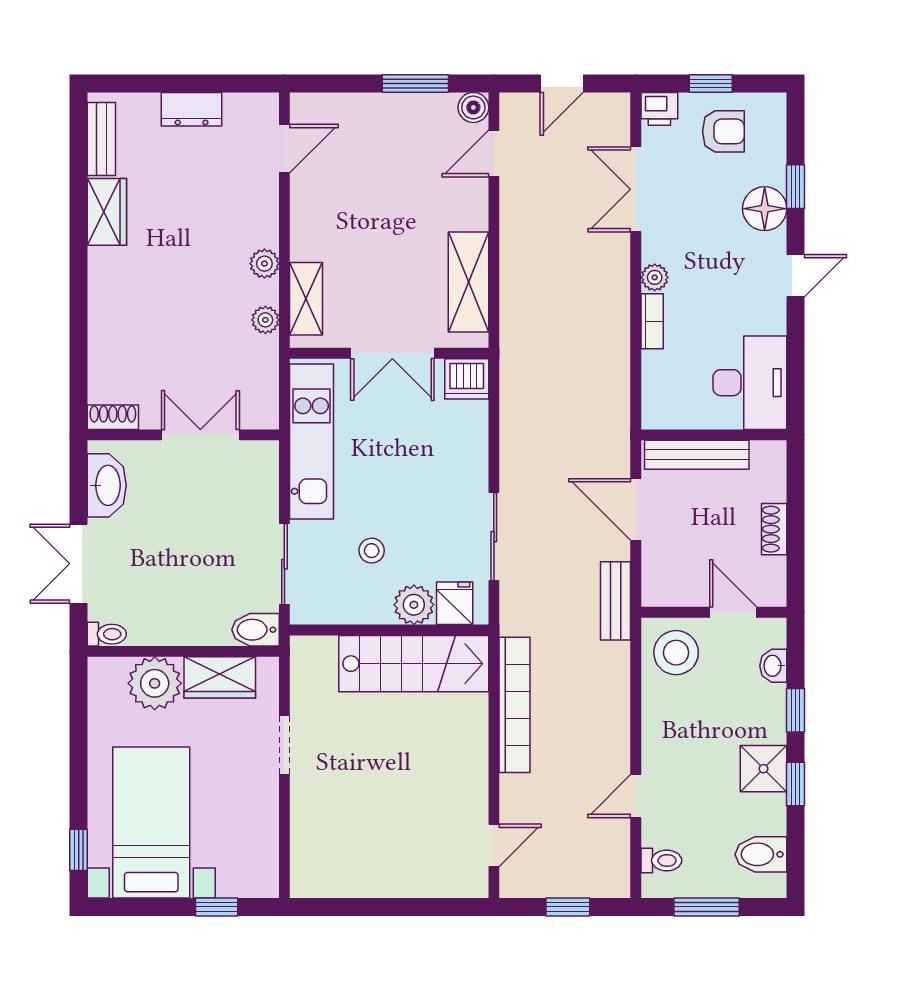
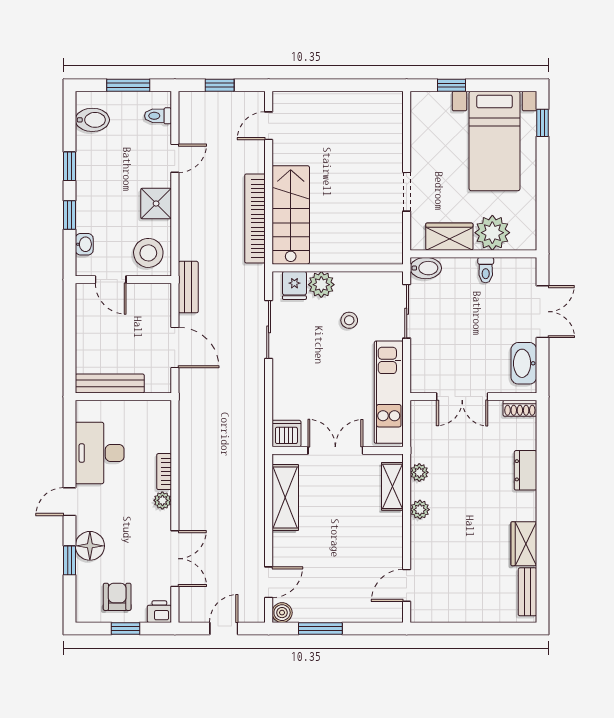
dresser: (192, 109) -> (526, 470), moved, turned -90
armchair: (723, 131) -> (117, 597), turned 90
desk: (750, 383) -> (100, 453), moved
bench: (697, 455) -> (110, 383), moved
shoe rack: (774, 529) -> (84, 334), removed
toilet: (107, 634) -> (486, 270), moved, turned -90
stairs: (414, 664) -> (291, 215), moved, turned 90
shower: (763, 769) -> (156, 204), moved

